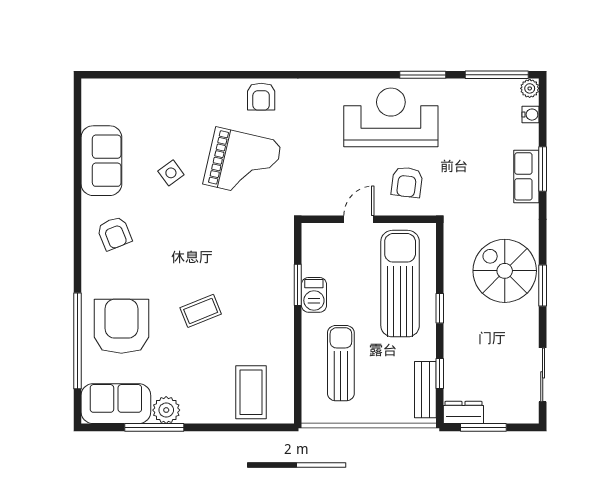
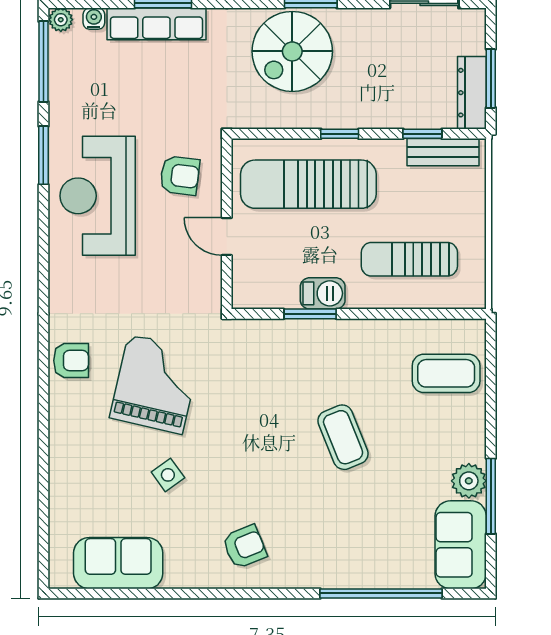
sofa: (101, 161) -> (118, 563), moved
row of seats: (526, 176) -> (156, 24), width x1.48
coffee table: (201, 311) -> (343, 437), width x1.36, depth x1.30
armchair: (121, 326) -> (363, 538), removed
dresser: (463, 412) -> (472, 93), width x1.44

